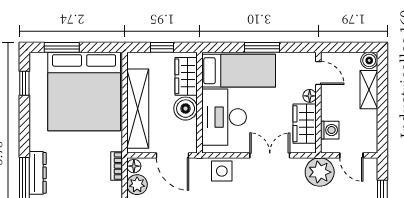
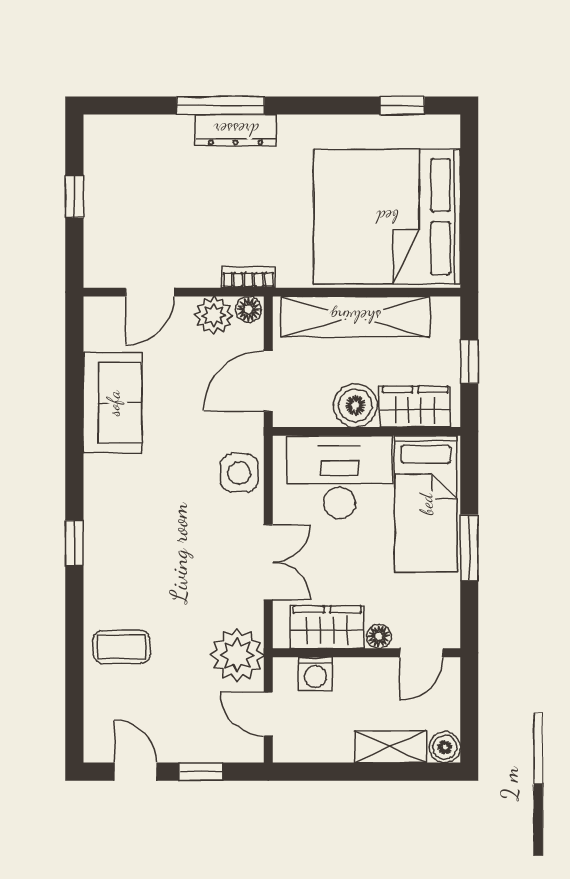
window: (62, 47) -> (469, 175), removed
door: (351, 155) -> (268, 714), hinge flipped

